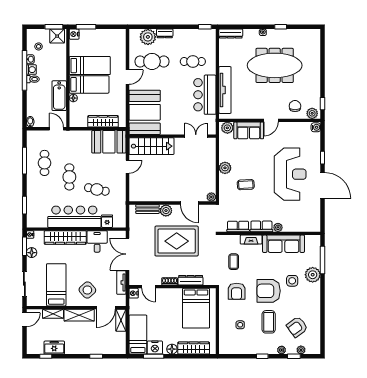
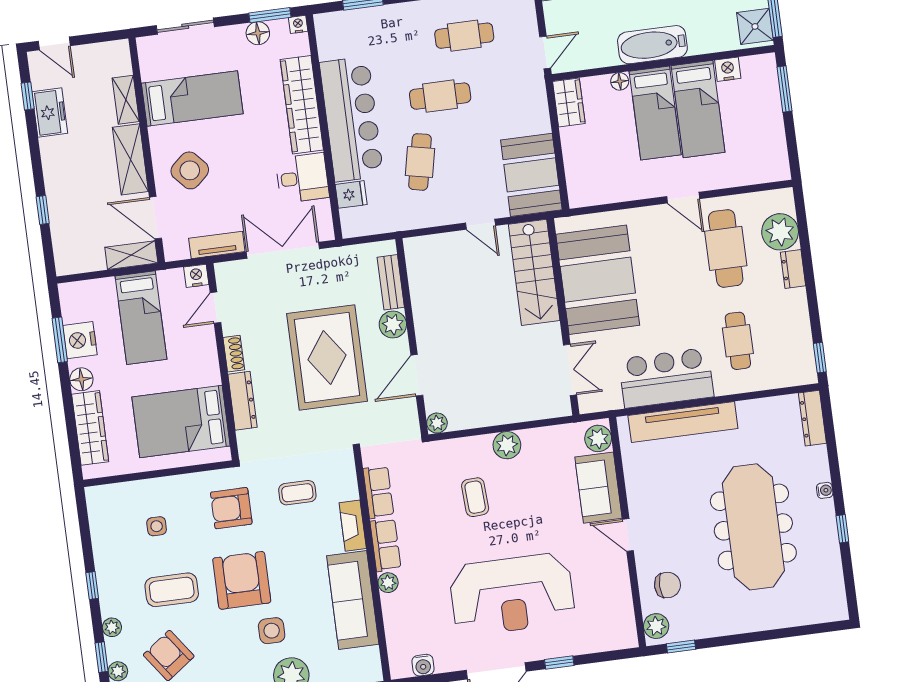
nightstand: (74, 34) -> (728, 69), moved
bathtub: (59, 96) -> (652, 45), moved
booth: (145, 112) -> (598, 280), moved, turned 90
wardrobe: (103, 121) -> (569, 102), moved, width x0.67
water cooler: (316, 127) -> (423, 665), moved
door: (24, 320) -> (54, 43), moved
bed: (138, 335) -> (141, 318), moved, turned 90

